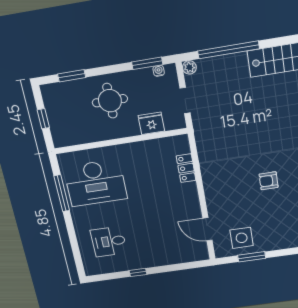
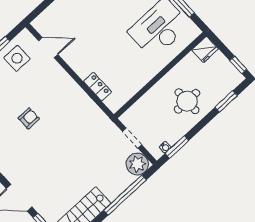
plant: (189, 67) -> (137, 164), width x1.88, depth x1.88
window: (43, 119) -> (238, 65), moved
fridge: (151, 123) -> (205, 49), moved

